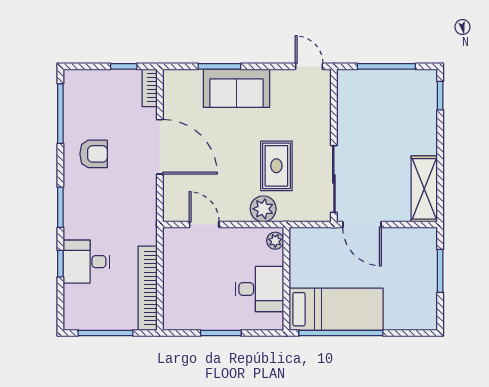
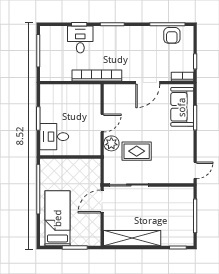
sofa: (237, 88) -> (182, 107), moved
door: (160, 147) -> (148, 83), width x0.73
armchair: (94, 154) -> (172, 35), moved
shelving: (424, 189) -> (132, 238), width x1.47
door: (204, 225) -> (102, 123), moved
plant: (275, 241) -> (93, 150), removed
bookcase: (148, 288) -> (97, 75), moved
desk: (259, 289) -> (54, 137), moved, turned 90
bed: (336, 309) -> (58, 218), moved, turned 180

